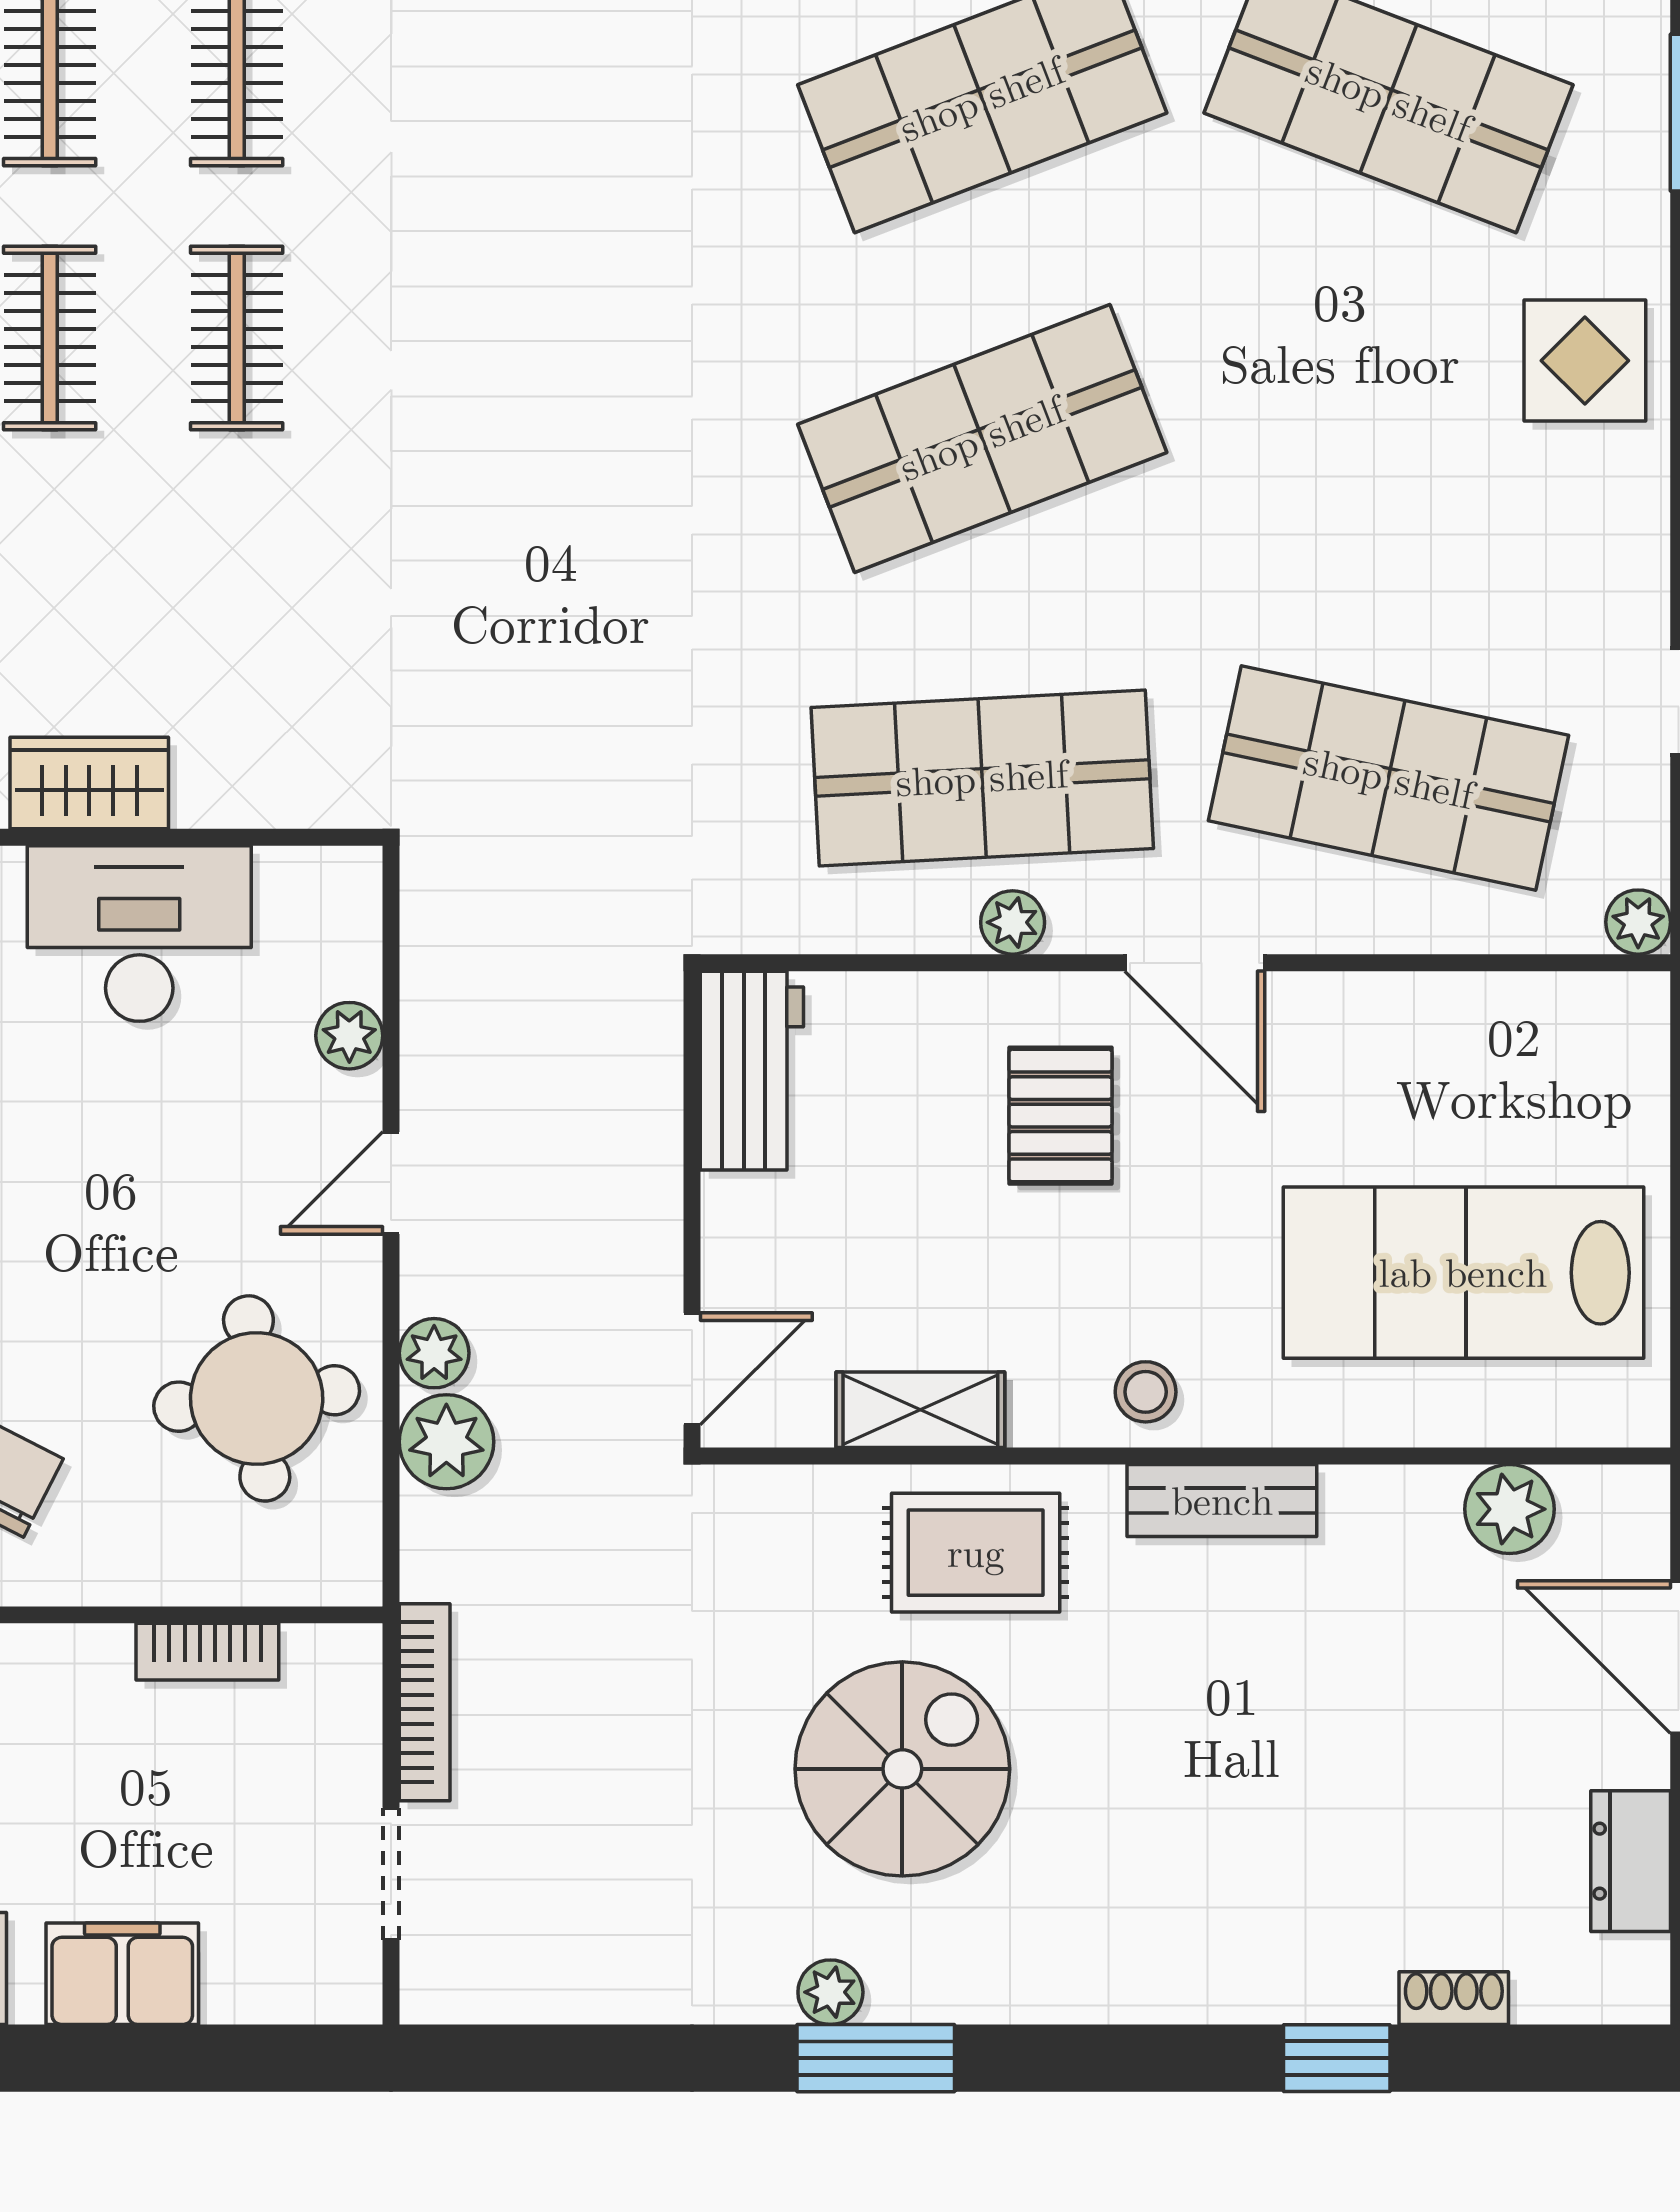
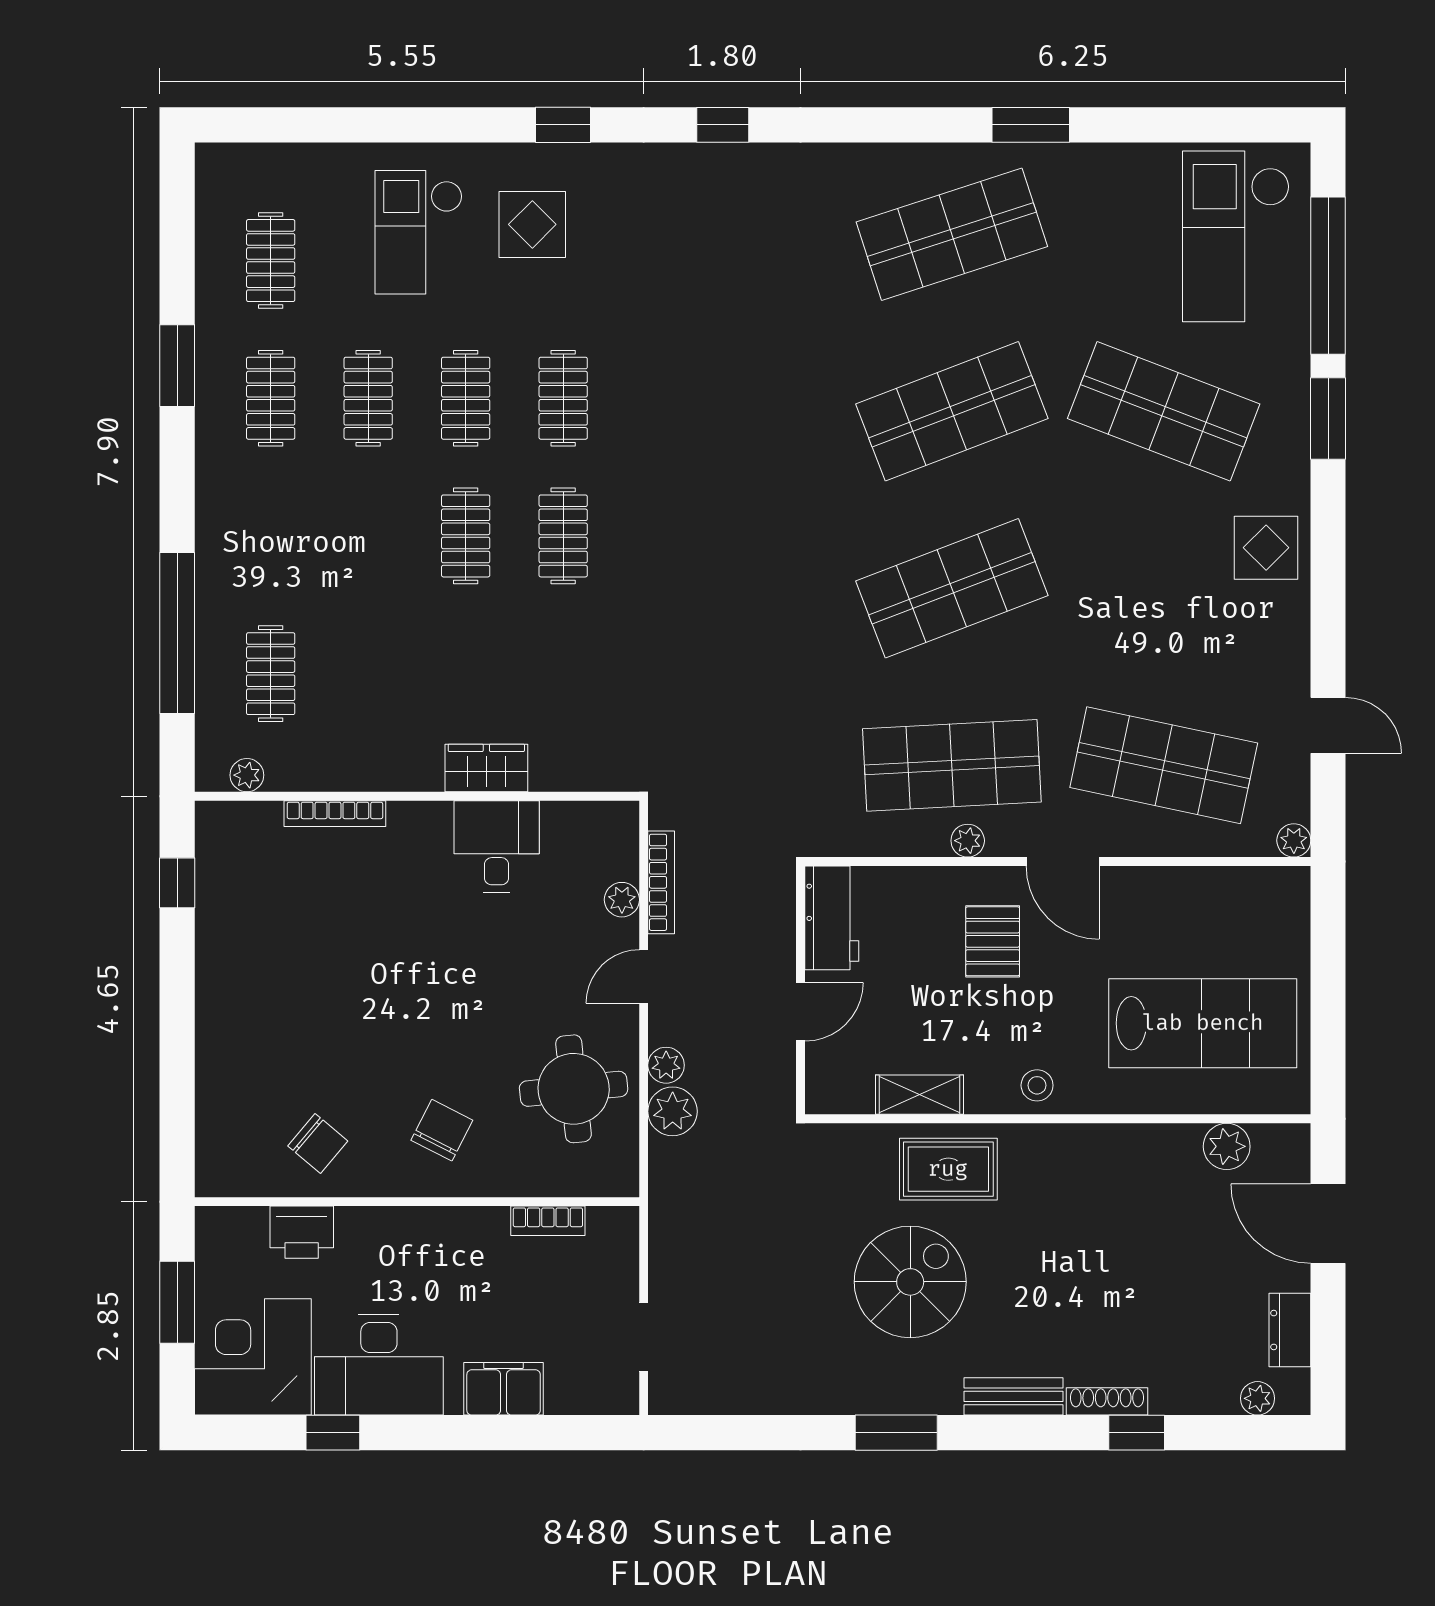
desk: (139, 934) -> (497, 846), width x0.73
lab bench: (1463, 1273) -> (1203, 1023), turned 180
door: (692, 1369) -> (801, 1012), moved
bench: (1222, 1501) -> (1013, 1396), moved
bookcase: (425, 1702) -> (661, 882), moved
plant: (830, 1992) -> (1258, 1398), moved
shoe rack: (1454, 1998) -> (1107, 1401), moved, width x1.43

